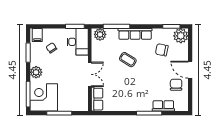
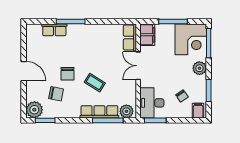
row of seats: (135, 34) -> (99, 112), moved
chair: (176, 85) -> (67, 74), moved
filing cabinet: (82, 101) -> (147, 35), added

